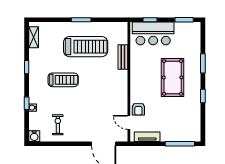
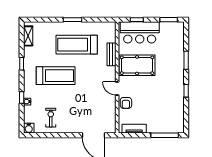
treadmill: (86, 47) -> (77, 45), turned 180
pool table: (173, 77) -> (137, 65), moved, turned 90
treadmill: (63, 80) -> (56, 76), width x1.37, depth x1.38
door: (129, 122) -> (117, 88), moved

